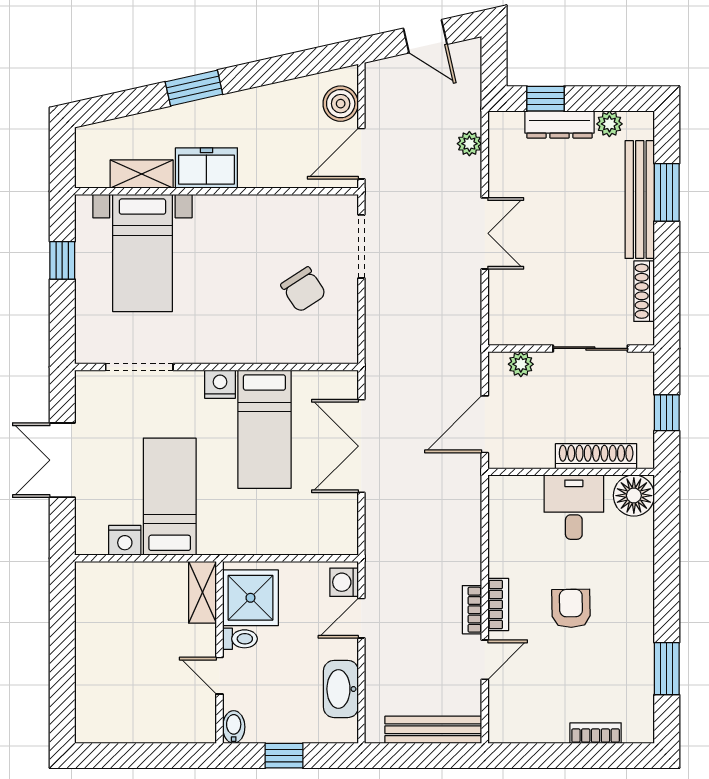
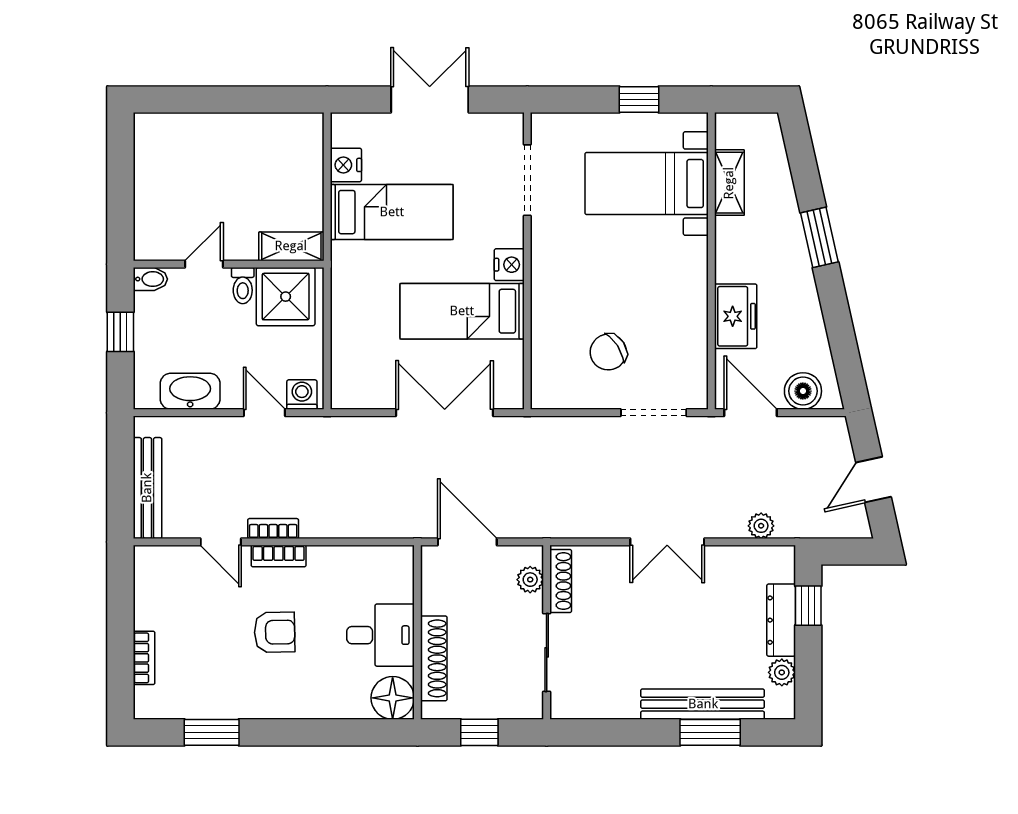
freezer: (206, 168) -> (736, 316), moved
shoe rack: (644, 291) -> (561, 581), moved, turned 90

